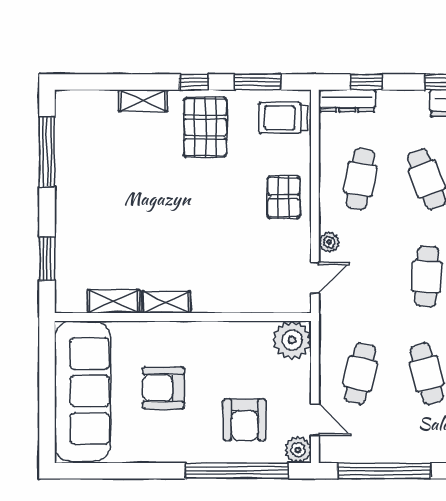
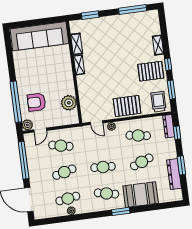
pallet: (284, 197) -> (127, 106), width x1.50, depth x1.42
plant: (292, 340) -> (69, 103), moved
armchair: (163, 388) -> (45, 68), removed

